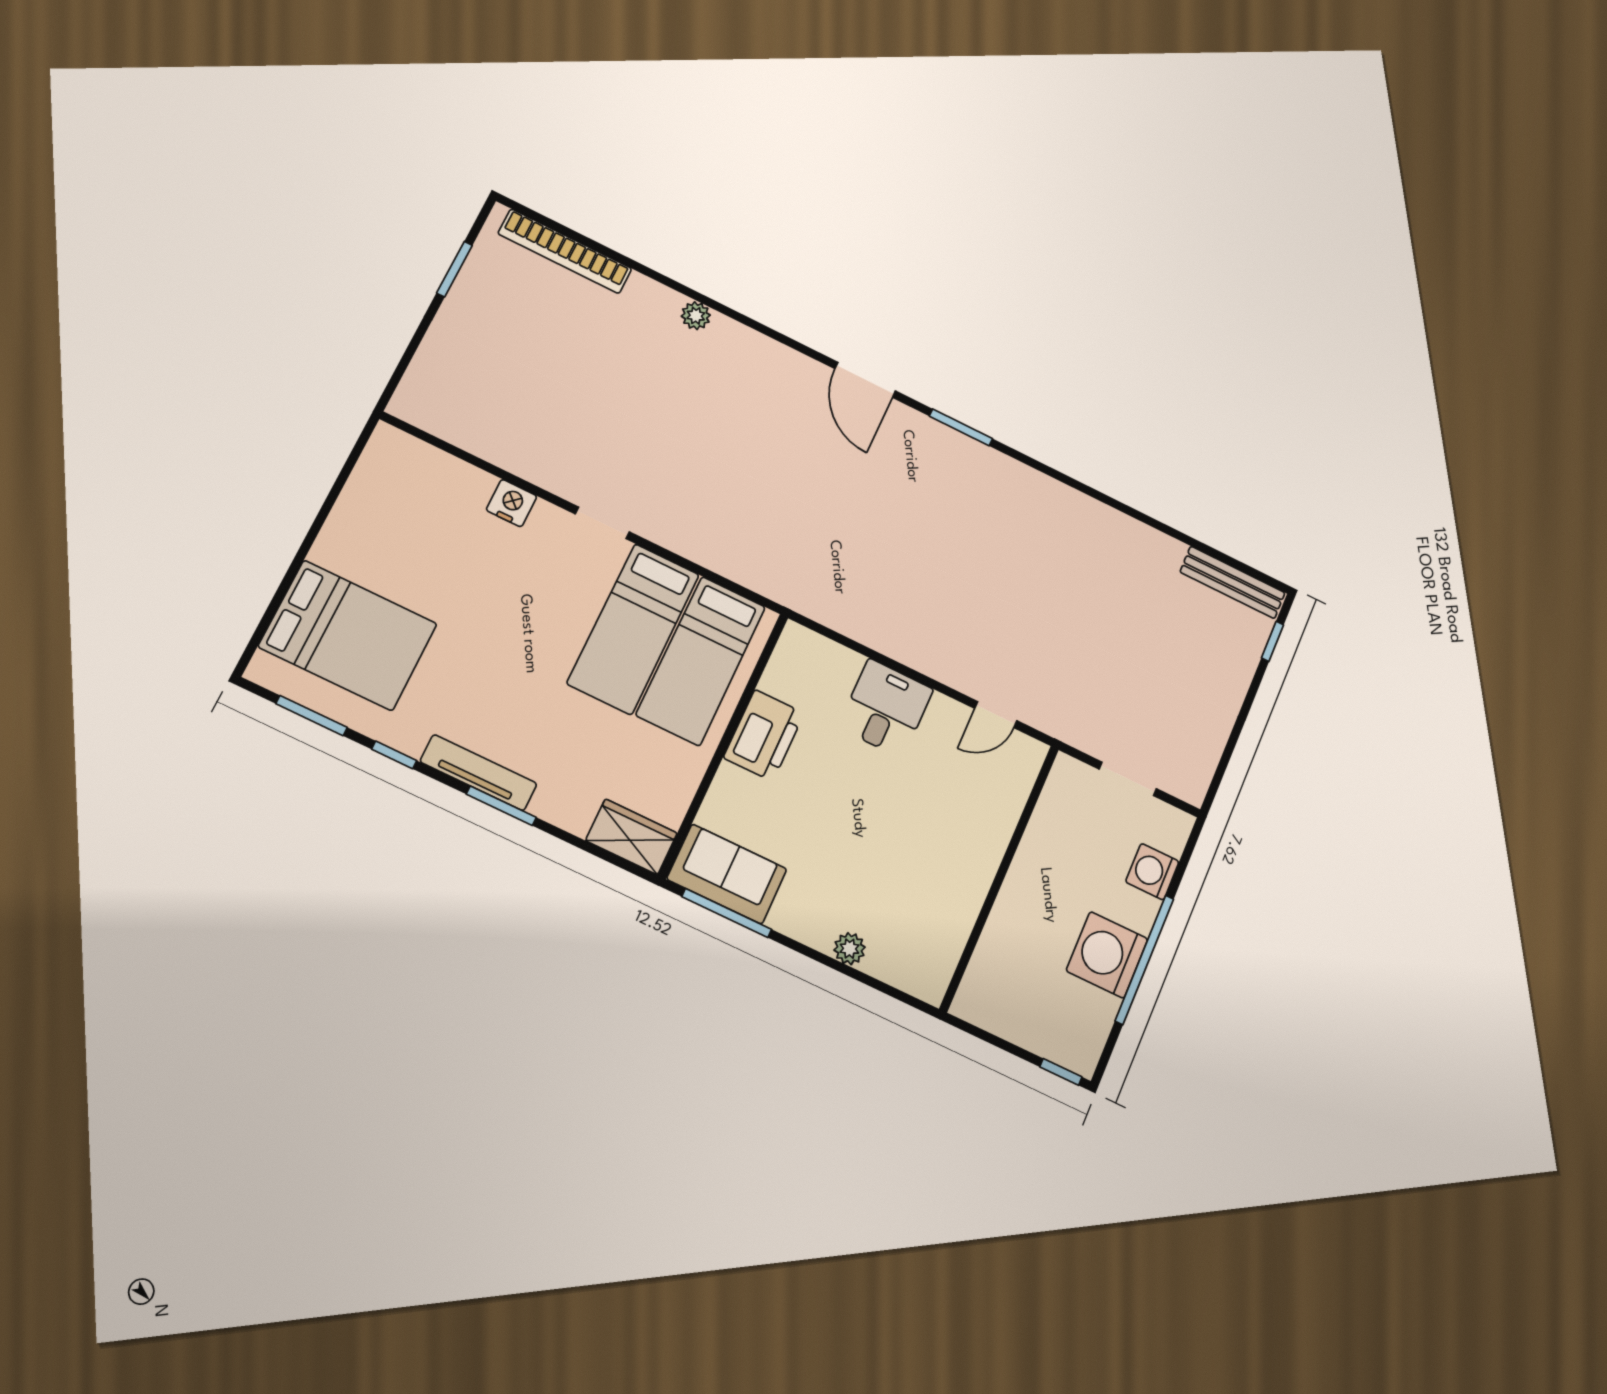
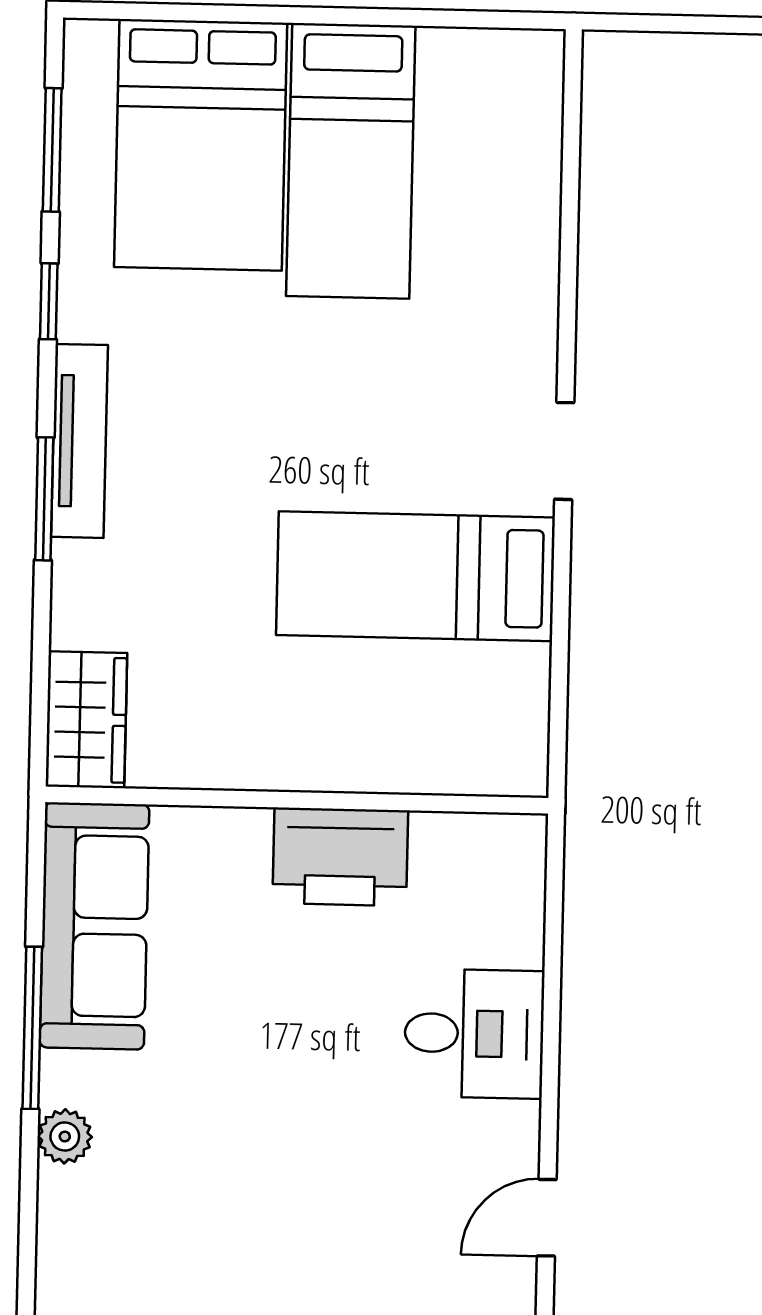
nightstand: (512, 503) -> (529, 295), removed
bed: (701, 661) -> (351, 161), moved, turned -90
door: (996, 715) -> (547, 1218), hinge flipped
sofa: (727, 874) -> (94, 926), width x1.36
window: (727, 913) -> (32, 1028), moved

